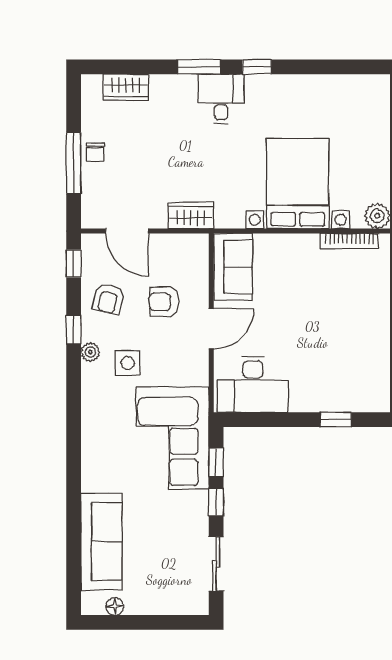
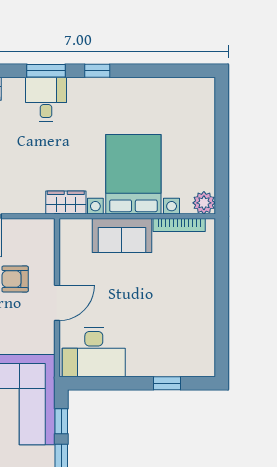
desk: (221, 99) -> (46, 99), moved
wardrobe: (191, 216) -> (66, 203), moved
sofa: (233, 267) -> (122, 236), moved, turned 90

